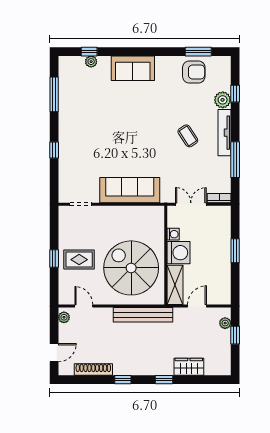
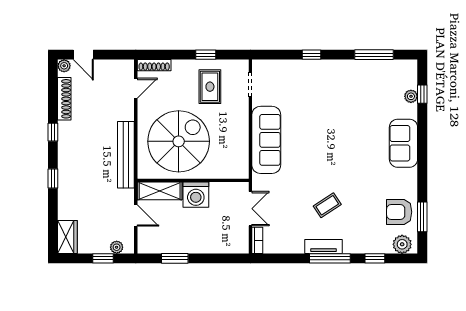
armchair: (194, 72) -> (399, 212), turned 90
plant: (223, 100) -> (402, 244), moved
tv unit: (225, 133) -> (323, 247), width x0.71
window: (235, 160) -> (330, 258), moved
washing machine: (173, 234) -> (217, 189), removed
window: (235, 251) -> (175, 258), moved
window: (54, 259) -> (206, 55), moved
rug: (79, 260) -> (210, 87), moved
shoe rack: (63, 290) -> (154, 65), added
plant: (64, 317) -> (64, 66), moved
wardrobe: (189, 367) -> (67, 237), moved

